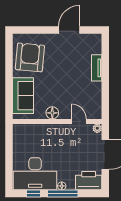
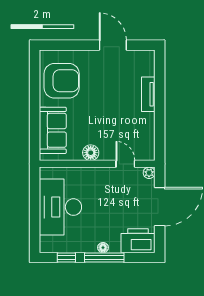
door: (69, 30) -> (113, 45), hinge flipped
armchair: (30, 57) -> (62, 81), turned 85
desk: (35, 174) -> (60, 207), moved, turned 90

